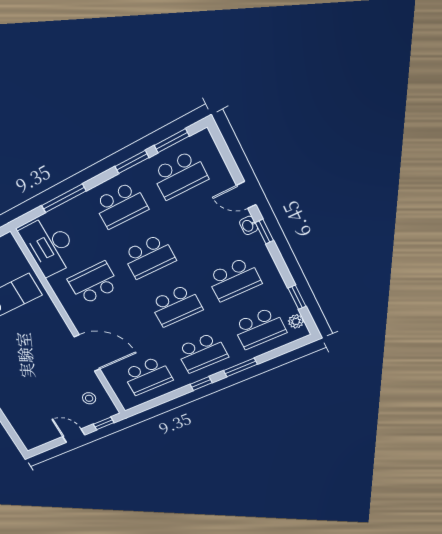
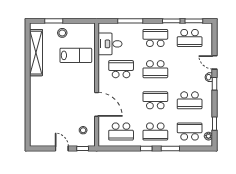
school desk: (121, 205) -> (155, 38), turned 180
desk: (49, 246) -> (110, 44), width x0.73
school desk: (176, 306) -> (155, 100), turned 180
school desk: (259, 328) -> (190, 131), turned 180

